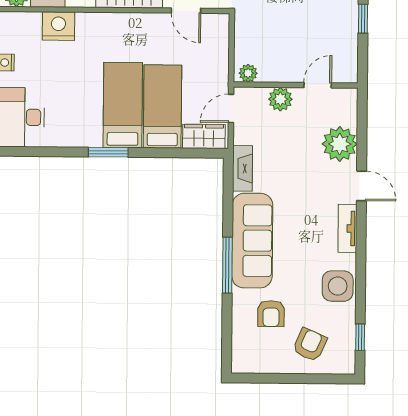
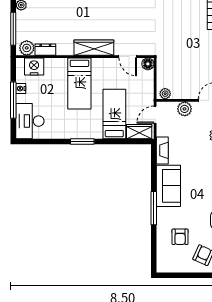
floor lamp: (220, 23) -> (148, 64), added
nightstand: (58, 26) -> (34, 66), moved
bed: (123, 105) -> (79, 83), moved, turned 180
sofa: (252, 241) -> (168, 186), width x0.73

